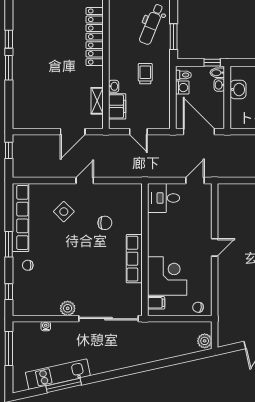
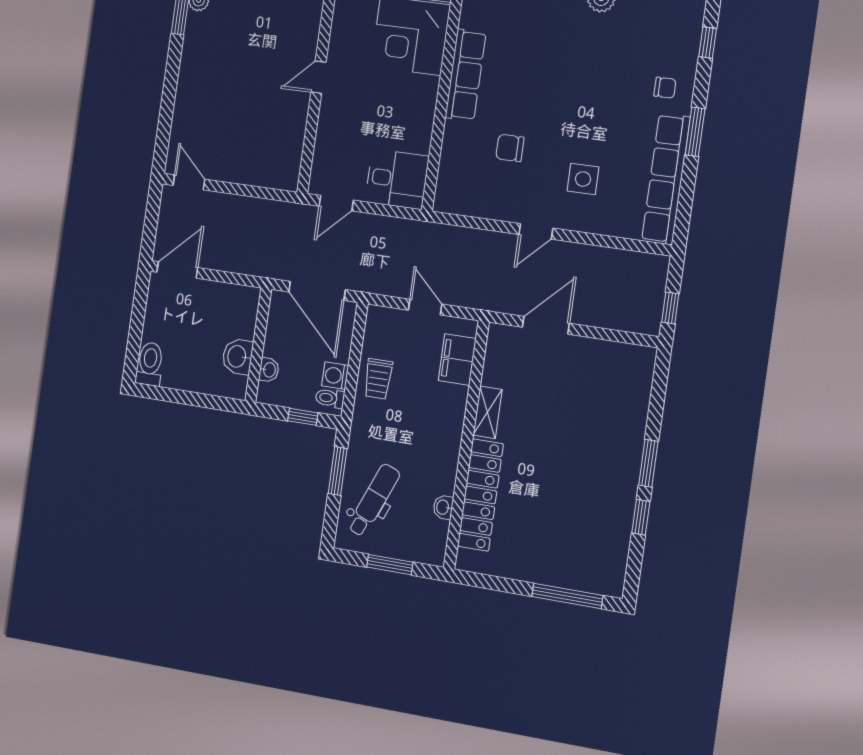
window: (212, 63) -> (303, 417), moved
bidet: (217, 73) -> (269, 393), removed
trolley: (145, 74) -> (378, 379), moved
washbasin: (114, 86) -> (443, 507), moved
shelving: (97, 101) -> (487, 412), moved
side table: (64, 212) -> (583, 179), turned 45

